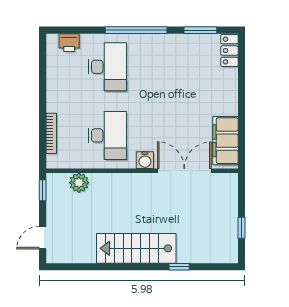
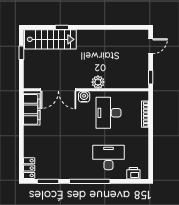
desk: (107, 67) -> (108, 157), turned 90
plant: (79, 183) -> (98, 82), moved
stairs: (136, 248) -> (50, 39), moved

